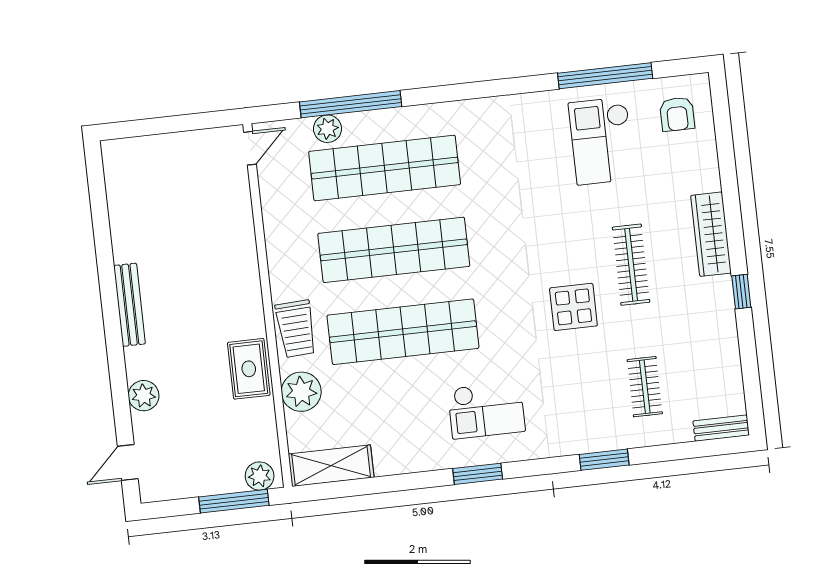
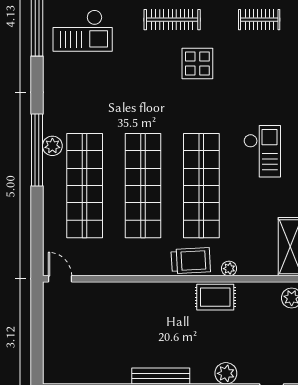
window: (351, 104) -> (37, 150), moved
plant: (327, 129) -> (52, 146), moved
plant: (301, 392) -> (229, 269), width x0.53, depth x0.53
checkout: (486, 410) -> (262, 151), moved

